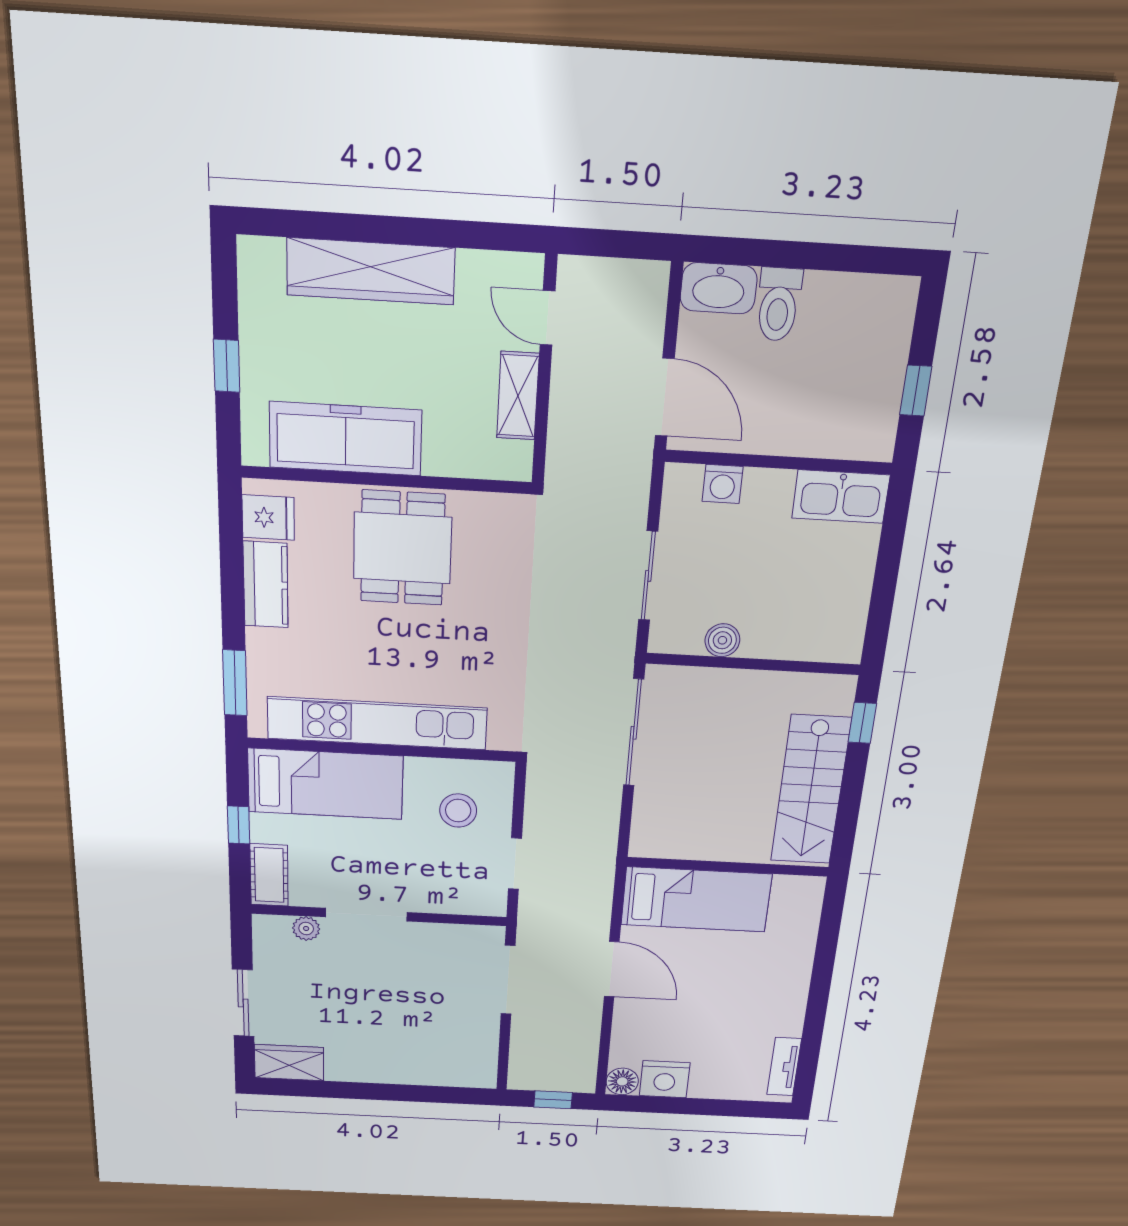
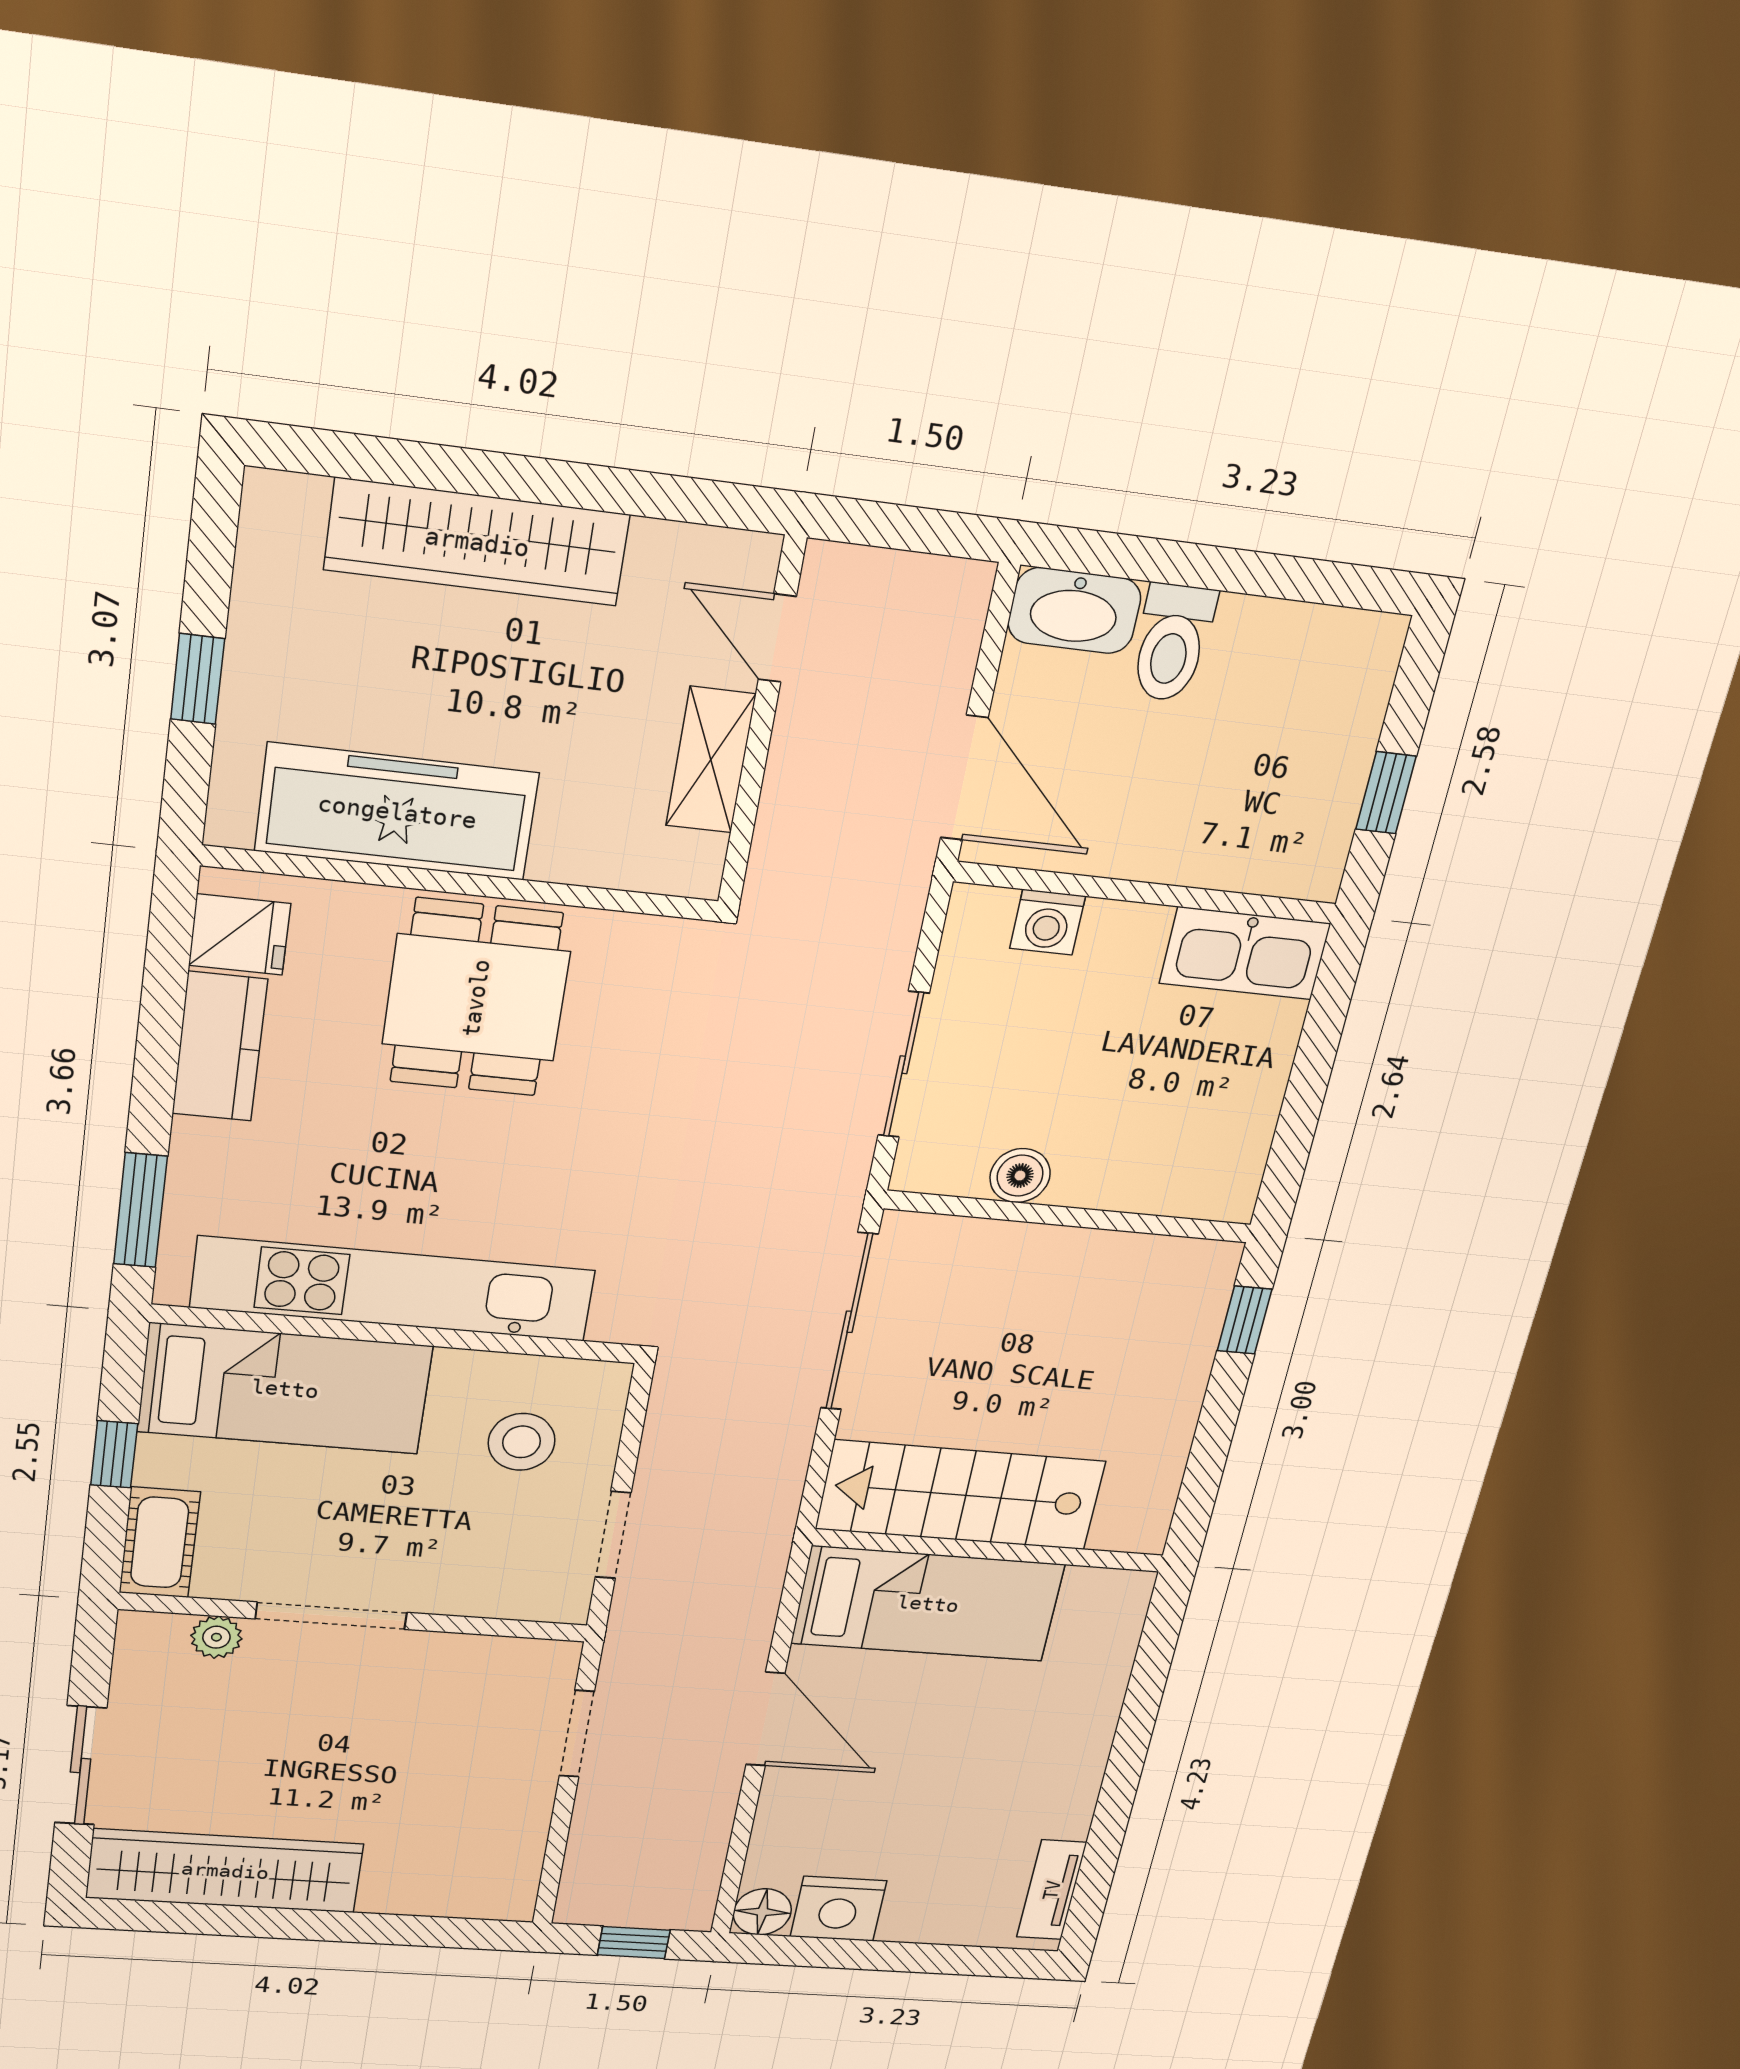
stairs: (811, 790) -> (960, 1495), moved, turned 90
doorway: (508, 980) -> (577, 1734), width x0.73
wardrobe: (289, 1063) -> (225, 1871), width x2.10, depth x1.17

